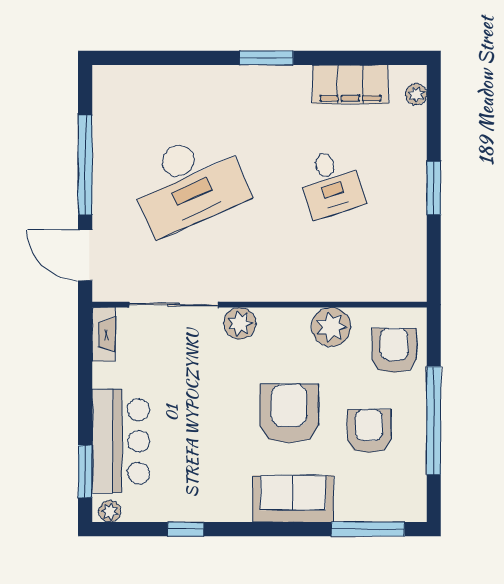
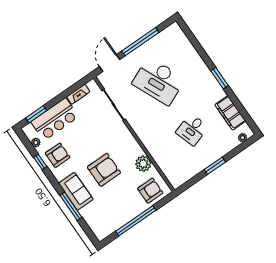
plant: (240, 323) -> (123, 132), removed
fireplace: (104, 334) -> (78, 94), moved
armchair: (369, 431) -> (58, 155), moved
plant: (110, 511) -> (36, 143), moved
window: (368, 529) -> (71, 206), moved

